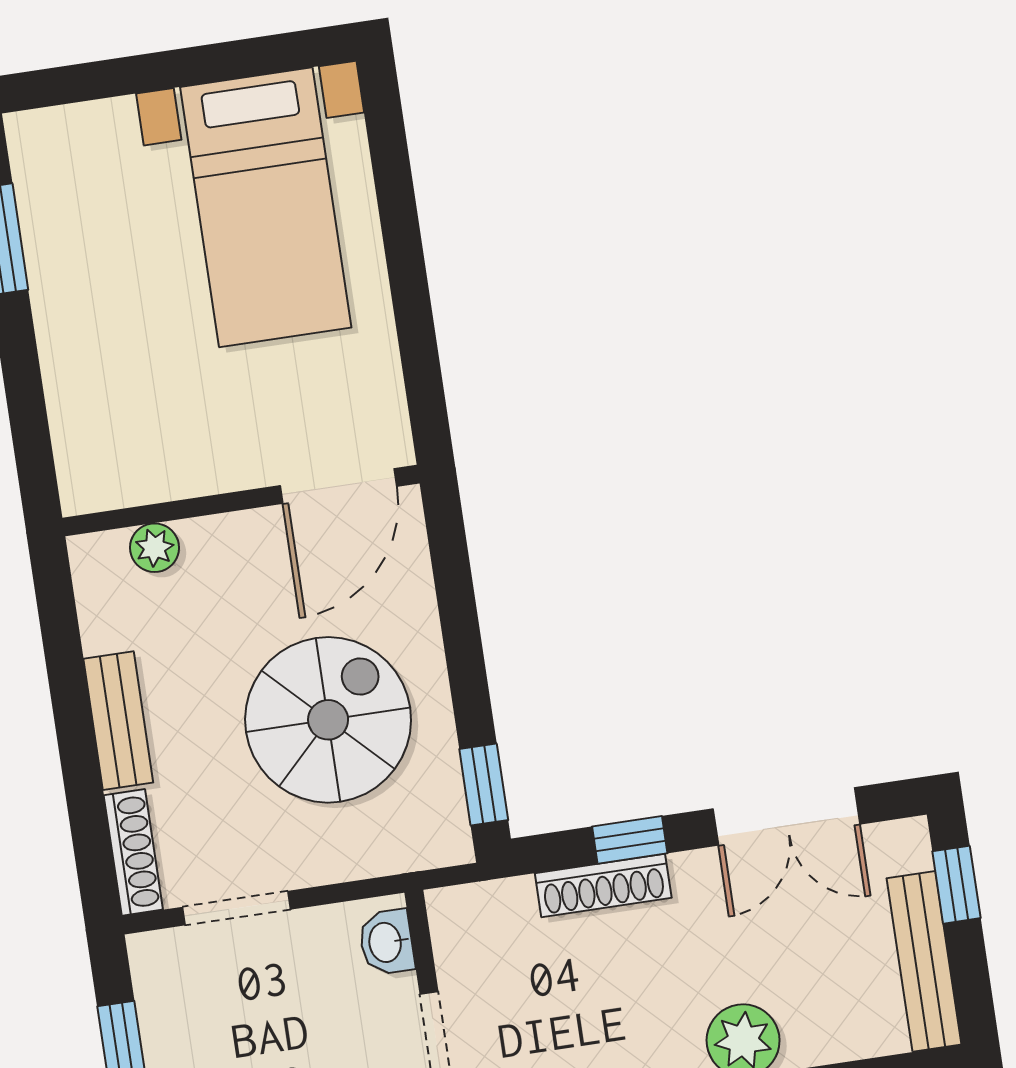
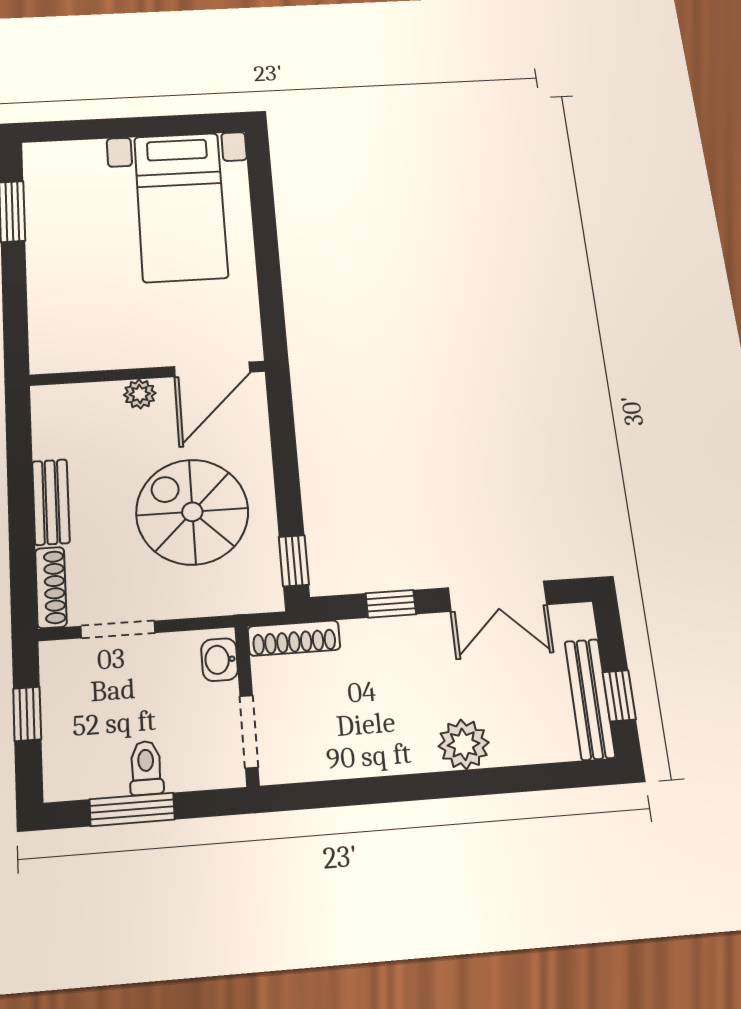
plant: (155, 548) -> (140, 394), moved
spiral stairs: (328, 720) -> (192, 512), turned -90
window: (956, 885) -> (619, 696), moved
shoe rack: (603, 886) -> (294, 638), moved

